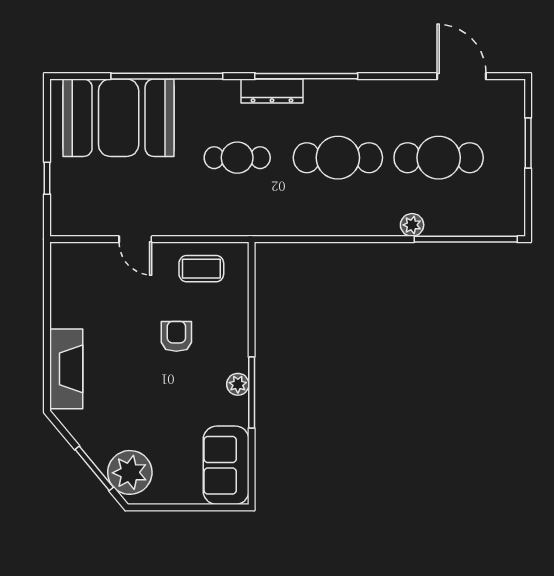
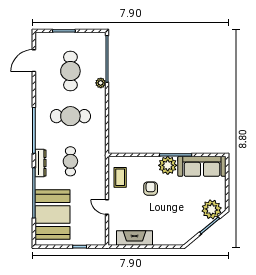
dresser: (272, 91) -> (41, 163), moved
cafe table: (338, 158) -> (70, 116), turned 90
door: (135, 239) -> (107, 207), swing flipped
armchair: (176, 336) -> (151, 189), turned 90
fireplace: (66, 369) -> (135, 238), moved
plant: (238, 384) -> (168, 165), width x1.88, depth x1.88
sofa: (226, 465) -> (202, 166), width x1.36

